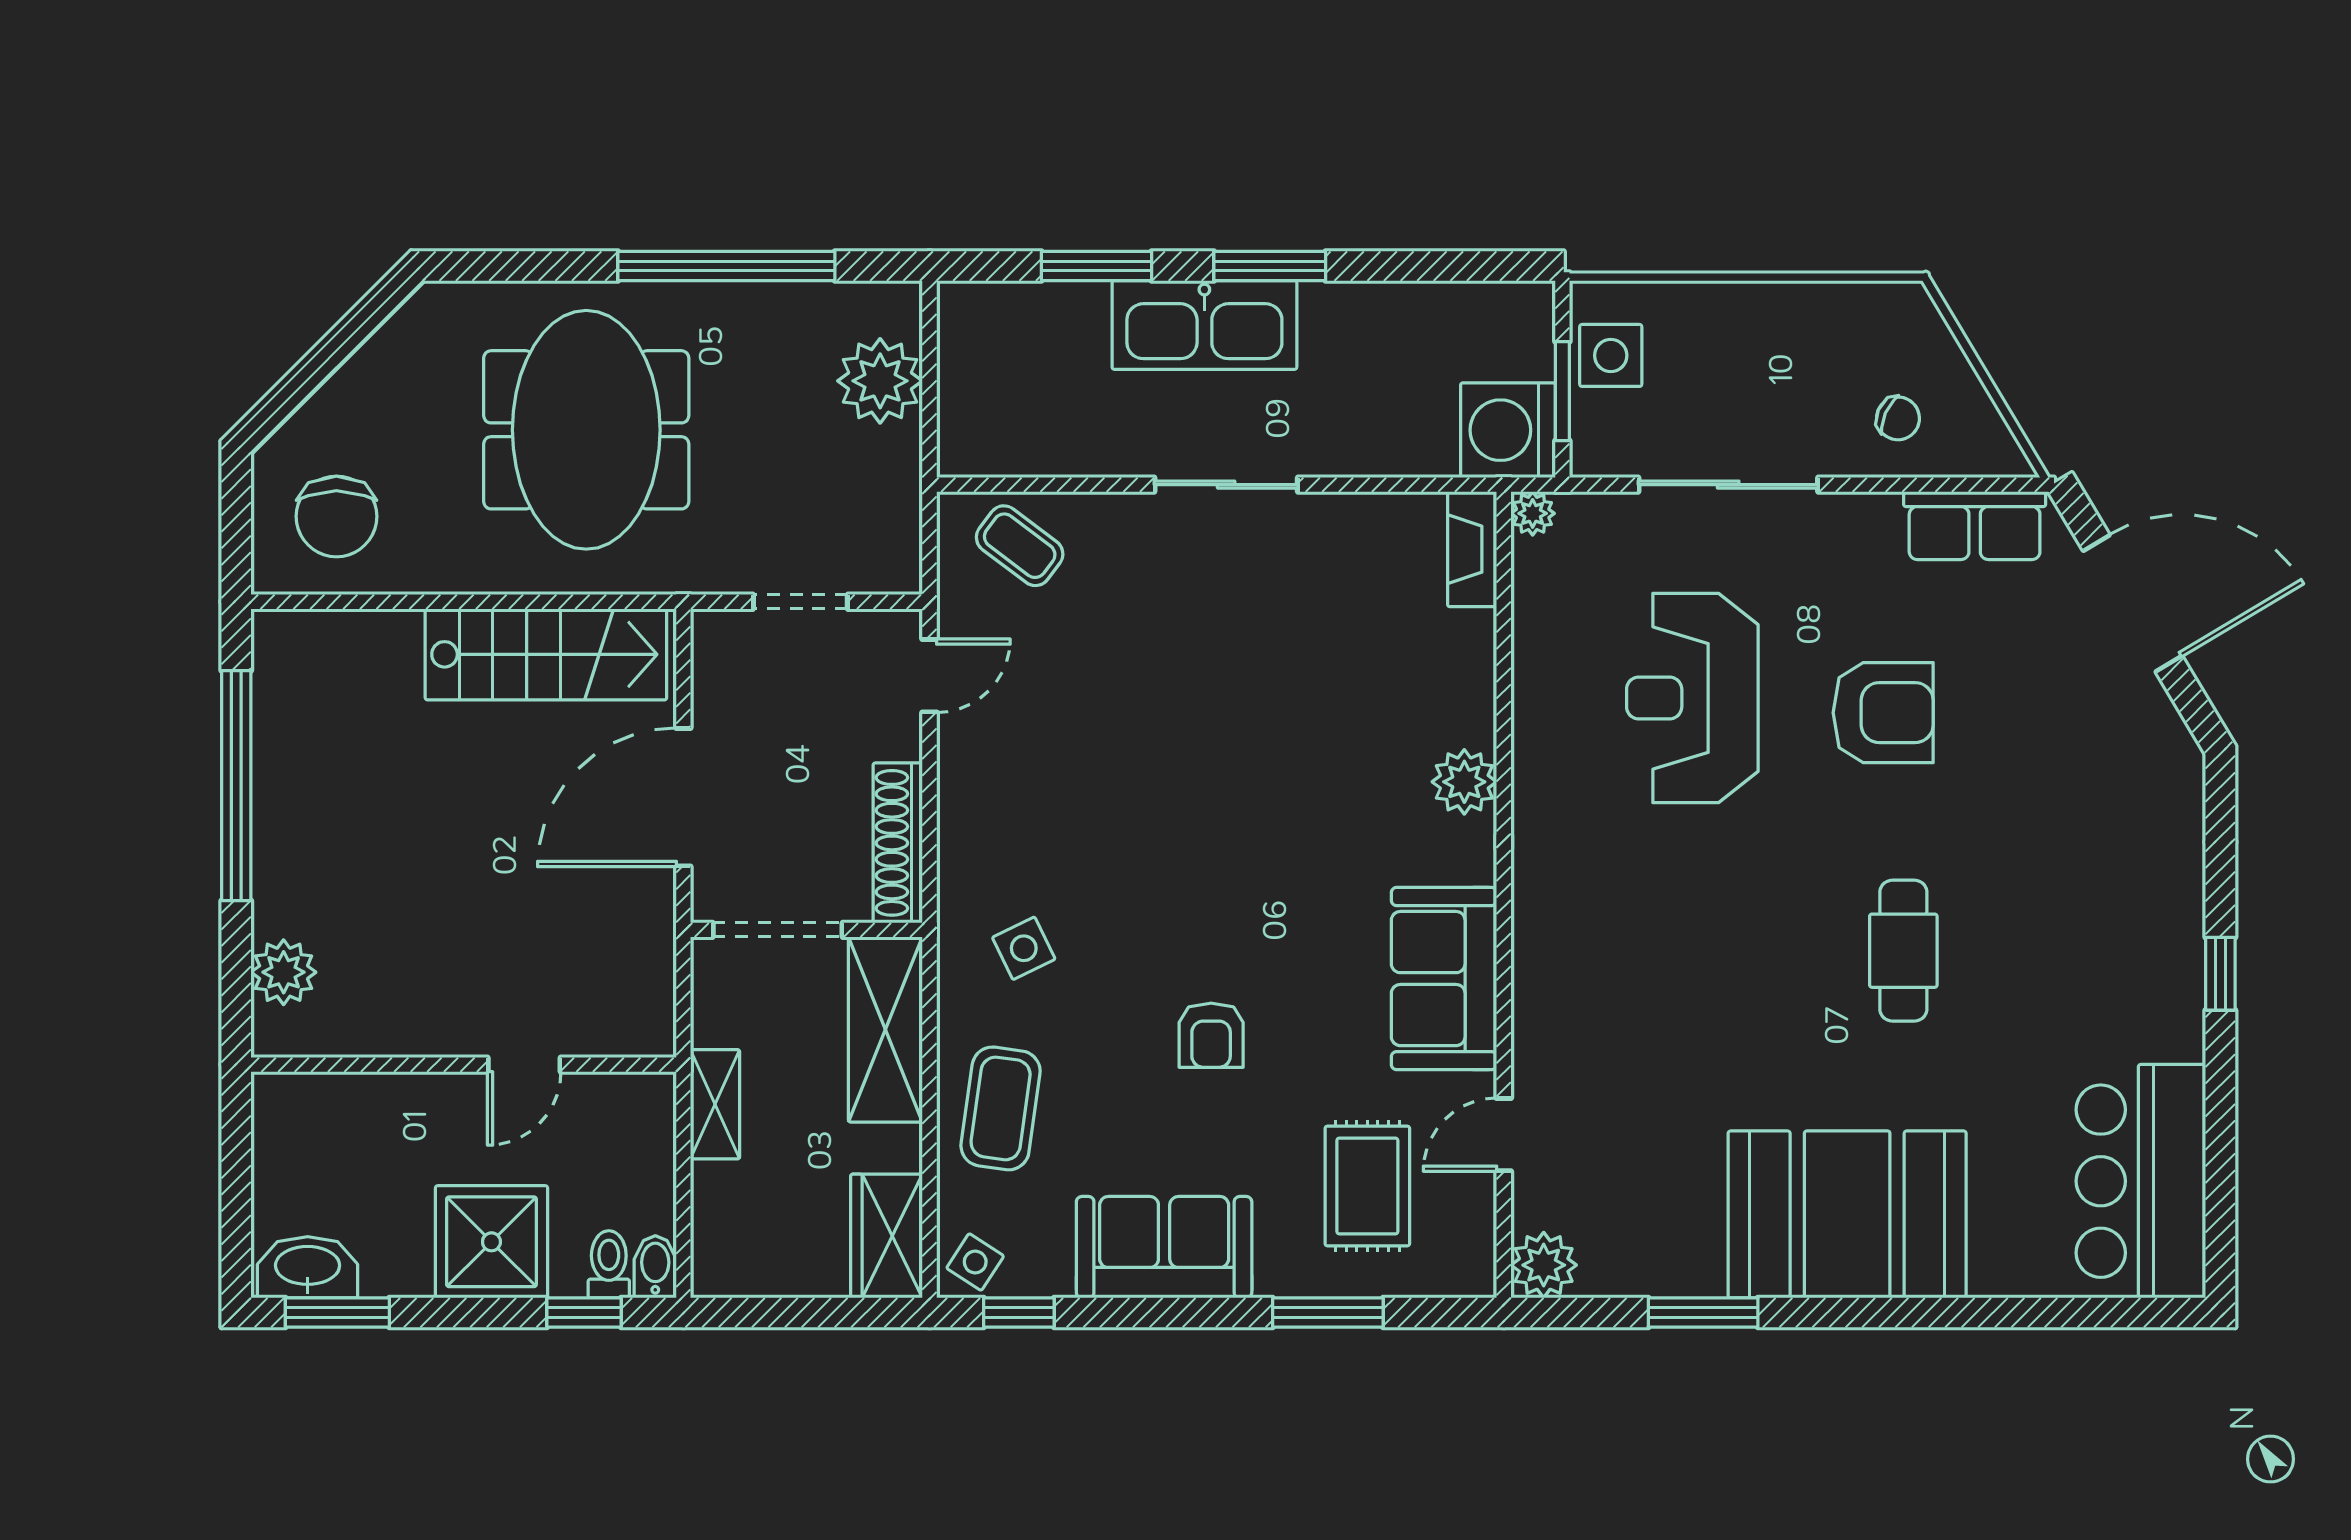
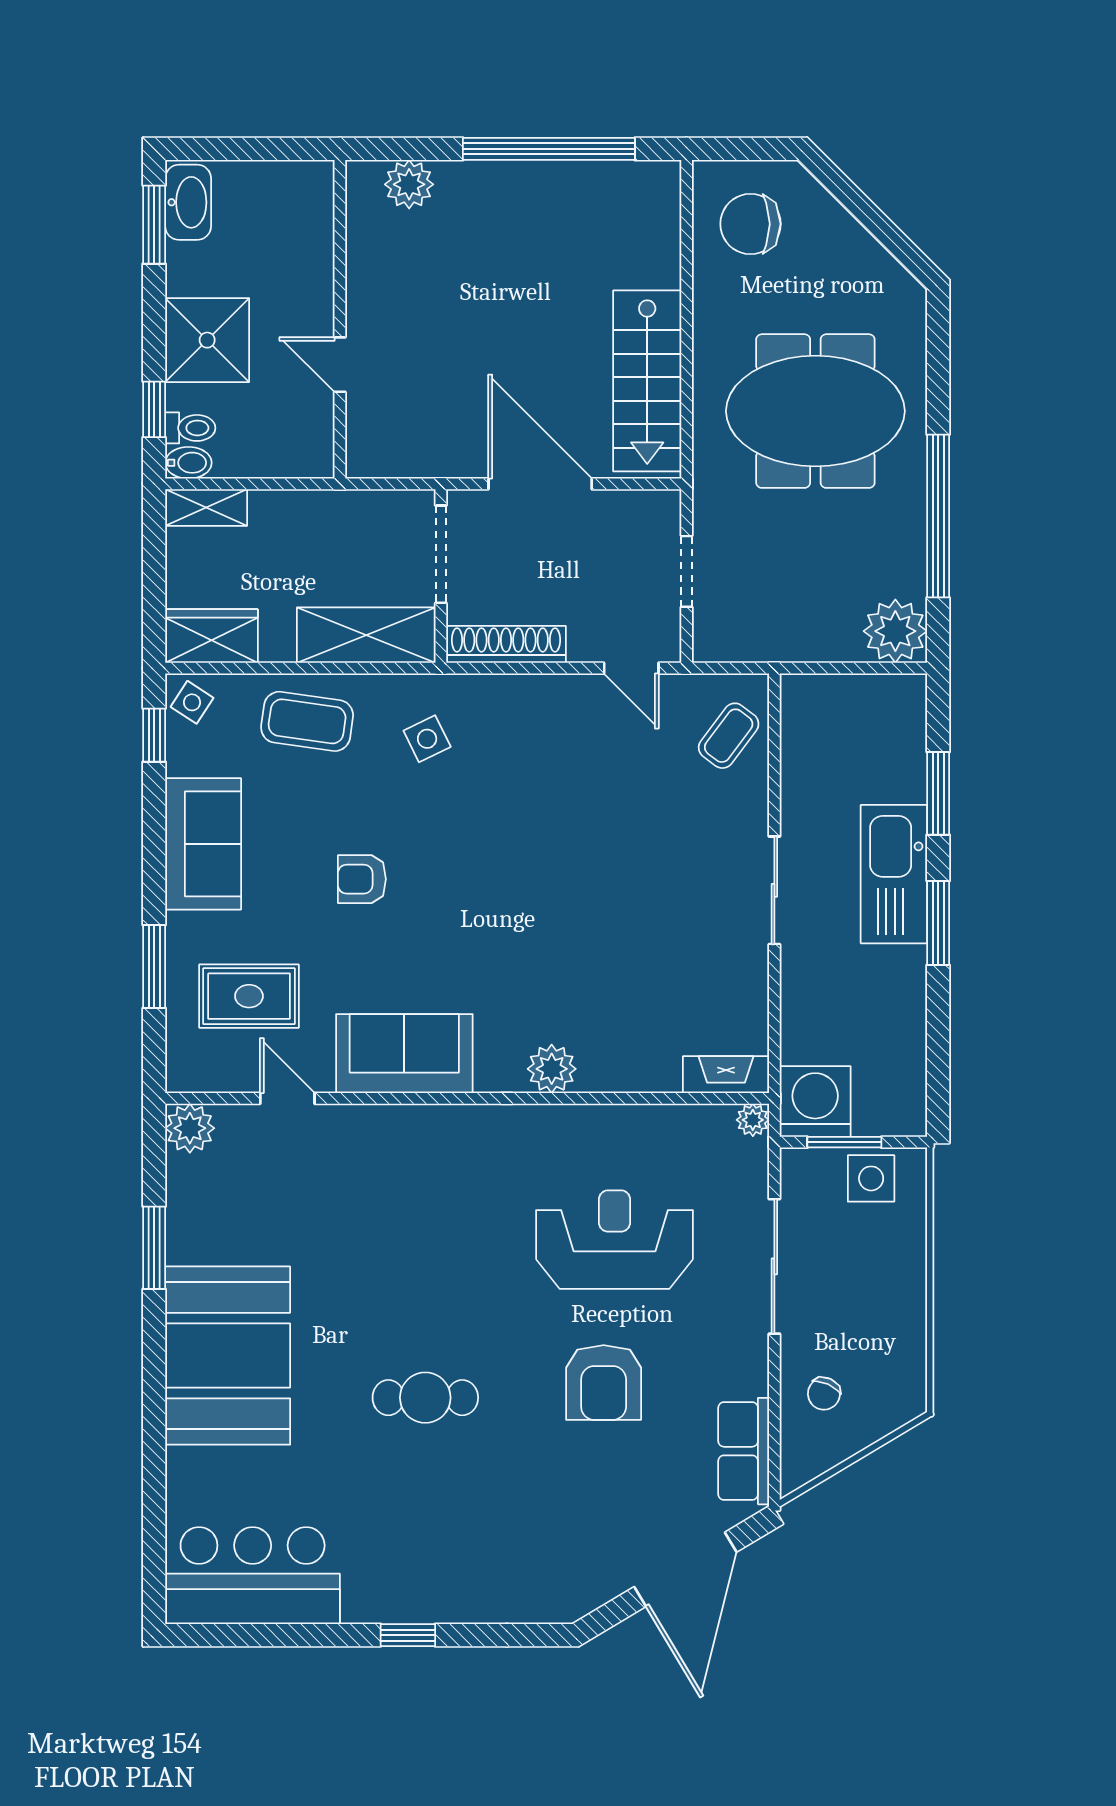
plant: (880, 381) -> (895, 631), moved
shelving: (715, 1104) -> (206, 508), moved

